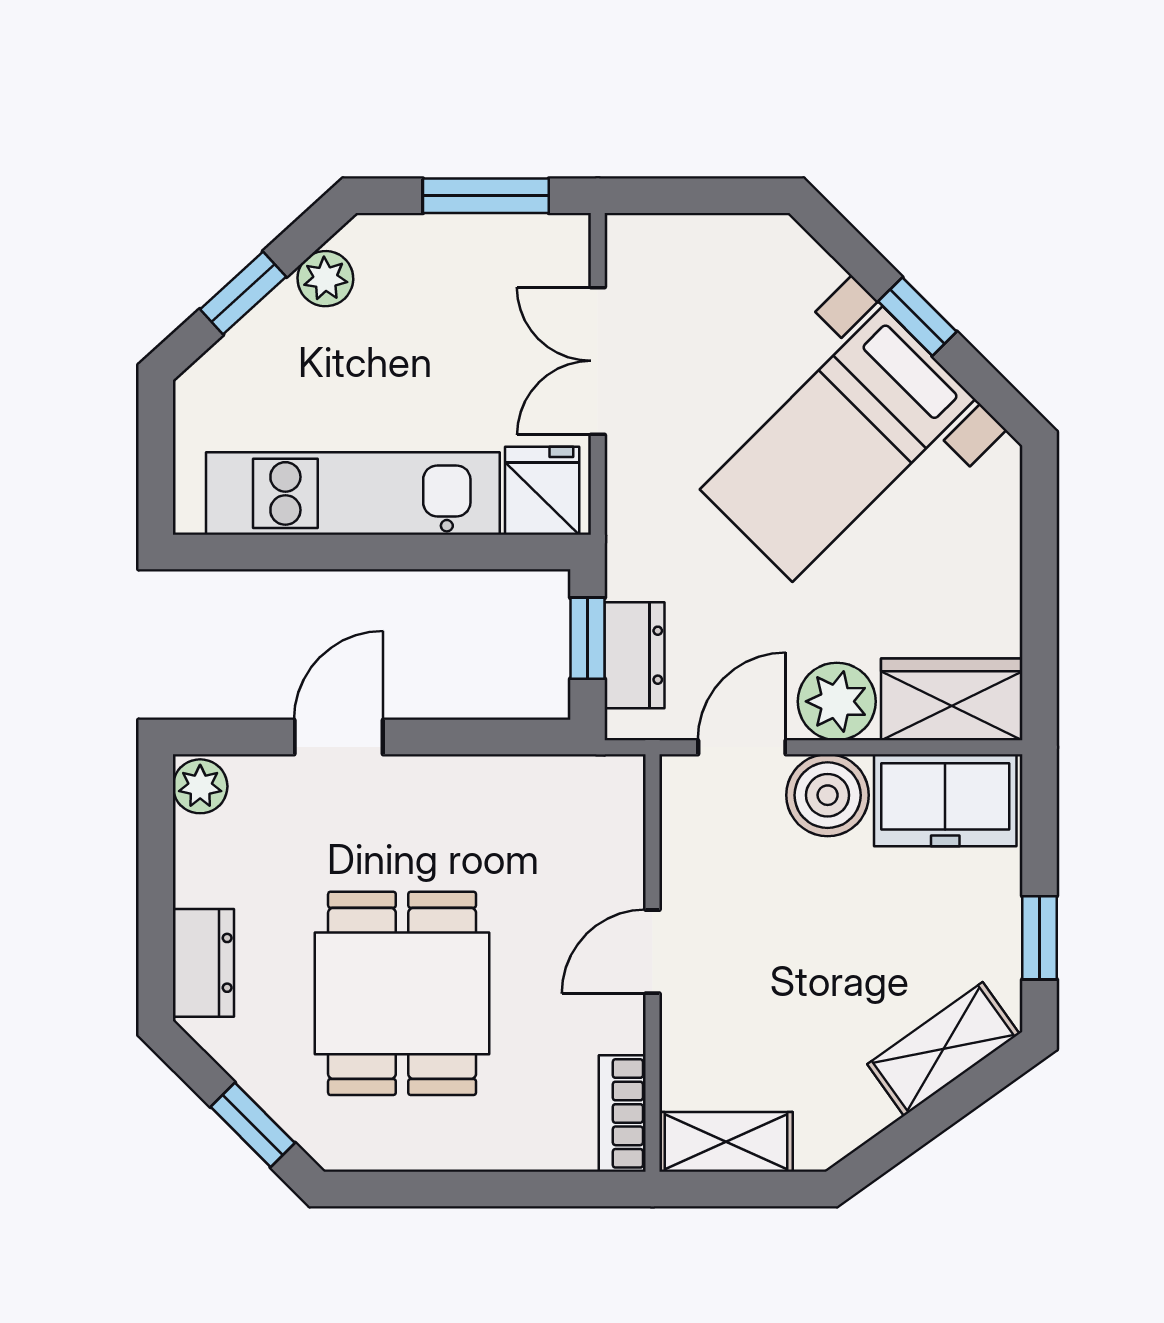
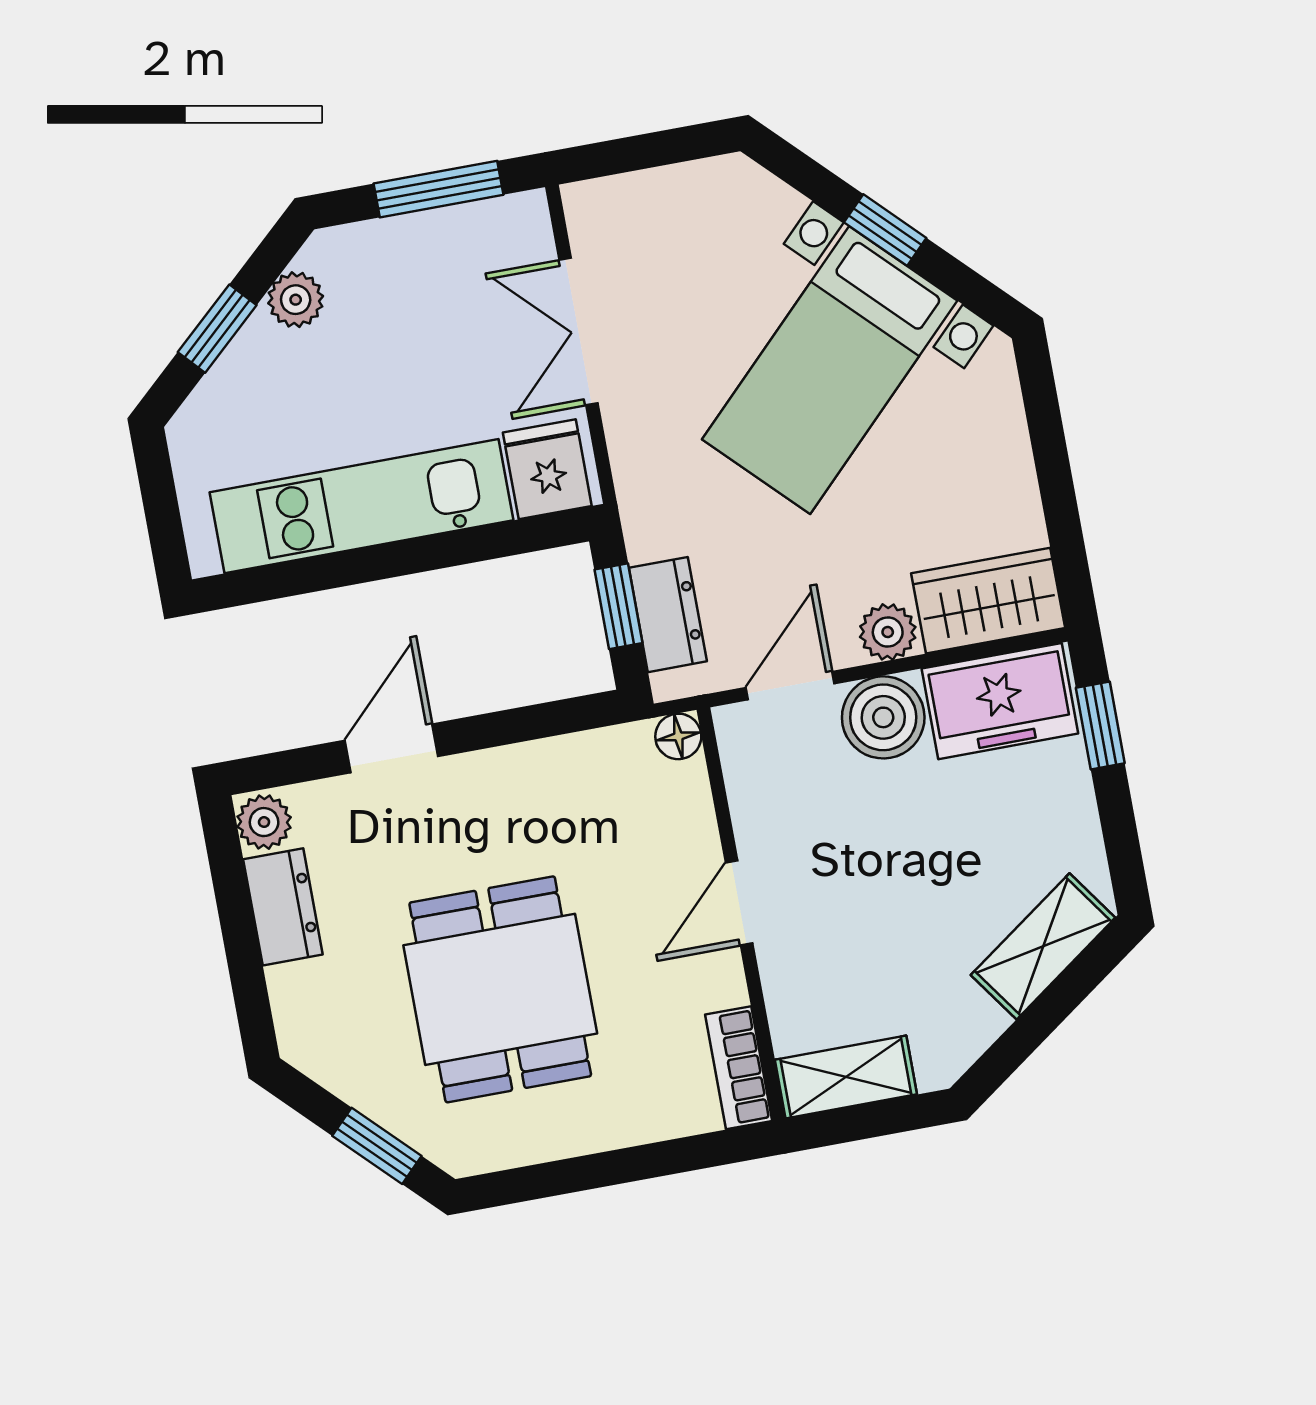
plant: (837, 701) -> (888, 632), width x0.73, depth x0.73
floor lamp: (623, 777) -> (678, 736), added
window: (1039, 938) -> (1100, 726), moved
dresser: (203, 963) -> (283, 907), moved

